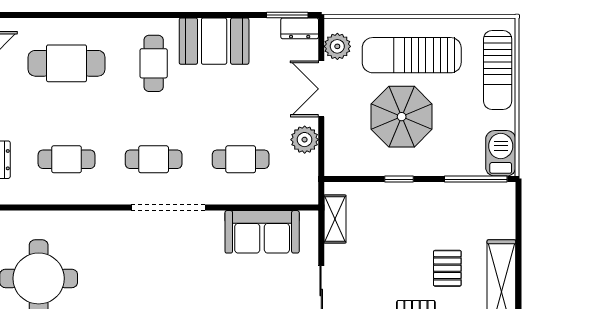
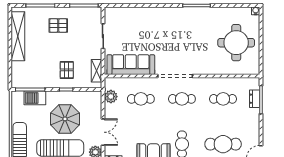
plant: (305, 140) -> (111, 97), moved
barbecue: (501, 153) -> (35, 98), moved, turned 90
sofa: (262, 232) -> (131, 65), width x1.36
pallet: (447, 268) -> (67, 70), moved

